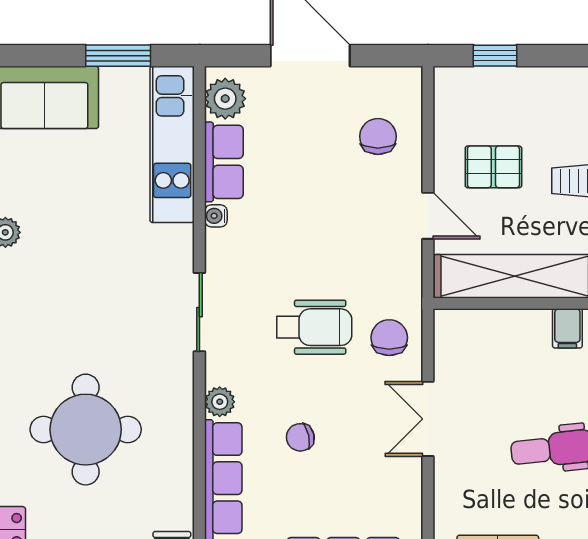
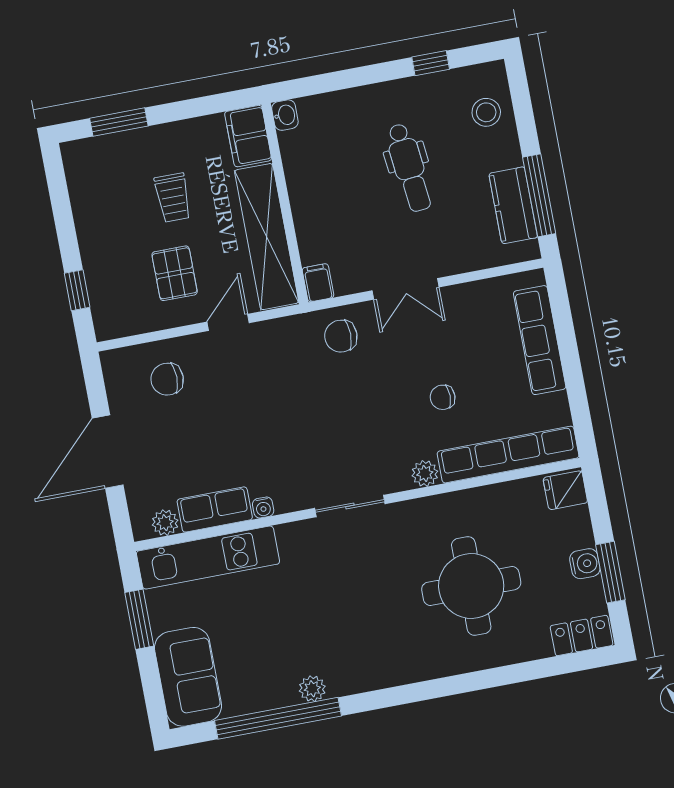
plant: (225, 99) -> (165, 523), width x0.73, depth x0.73
wheelchair: (314, 327) -> (344, 403), removed
filing cabinet: (567, 328) -> (318, 283), moved, turned -90
chair: (300, 437) -> (443, 397), turned 103

